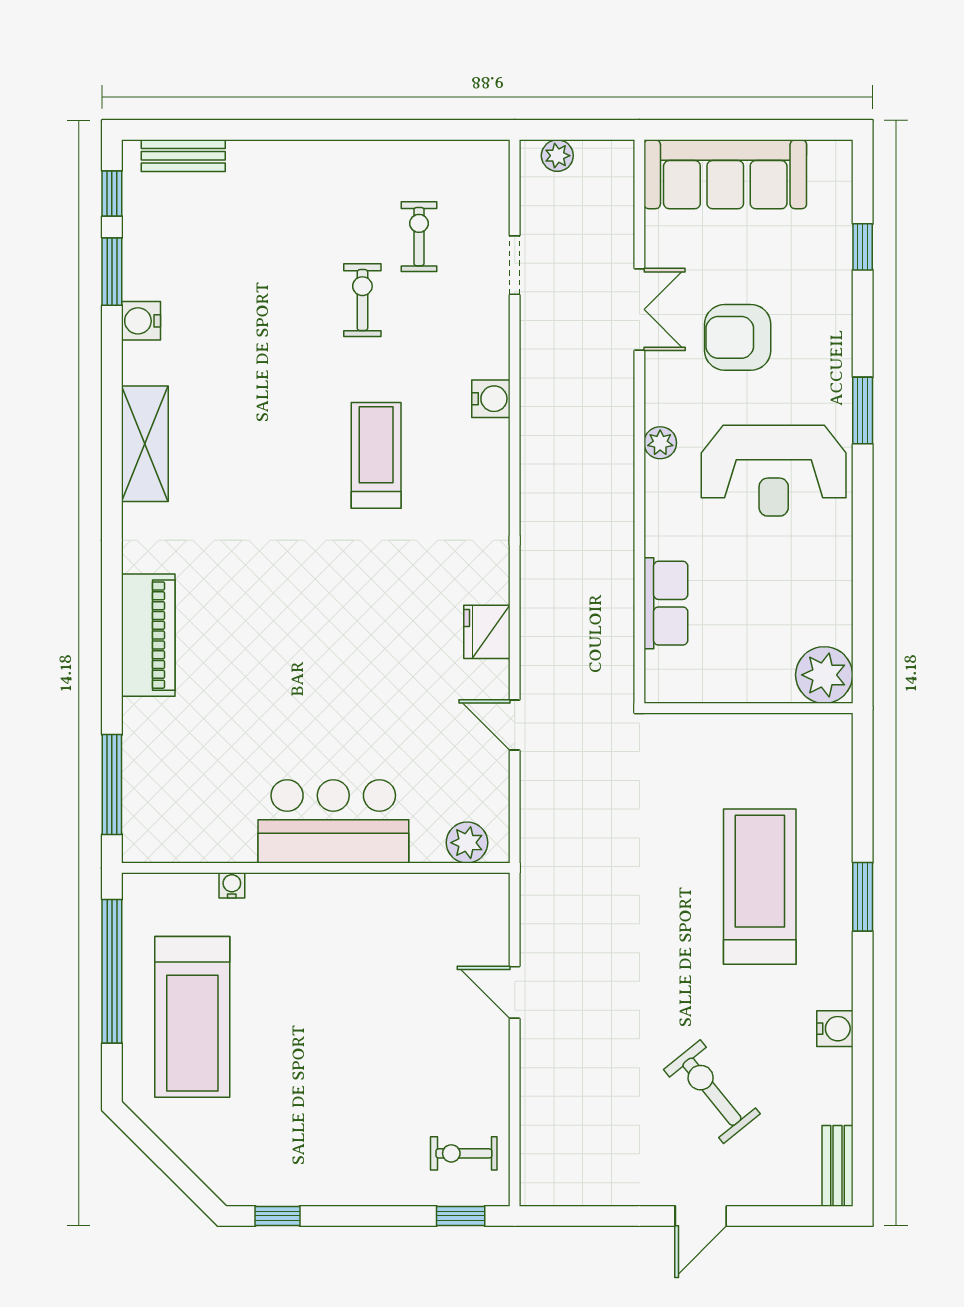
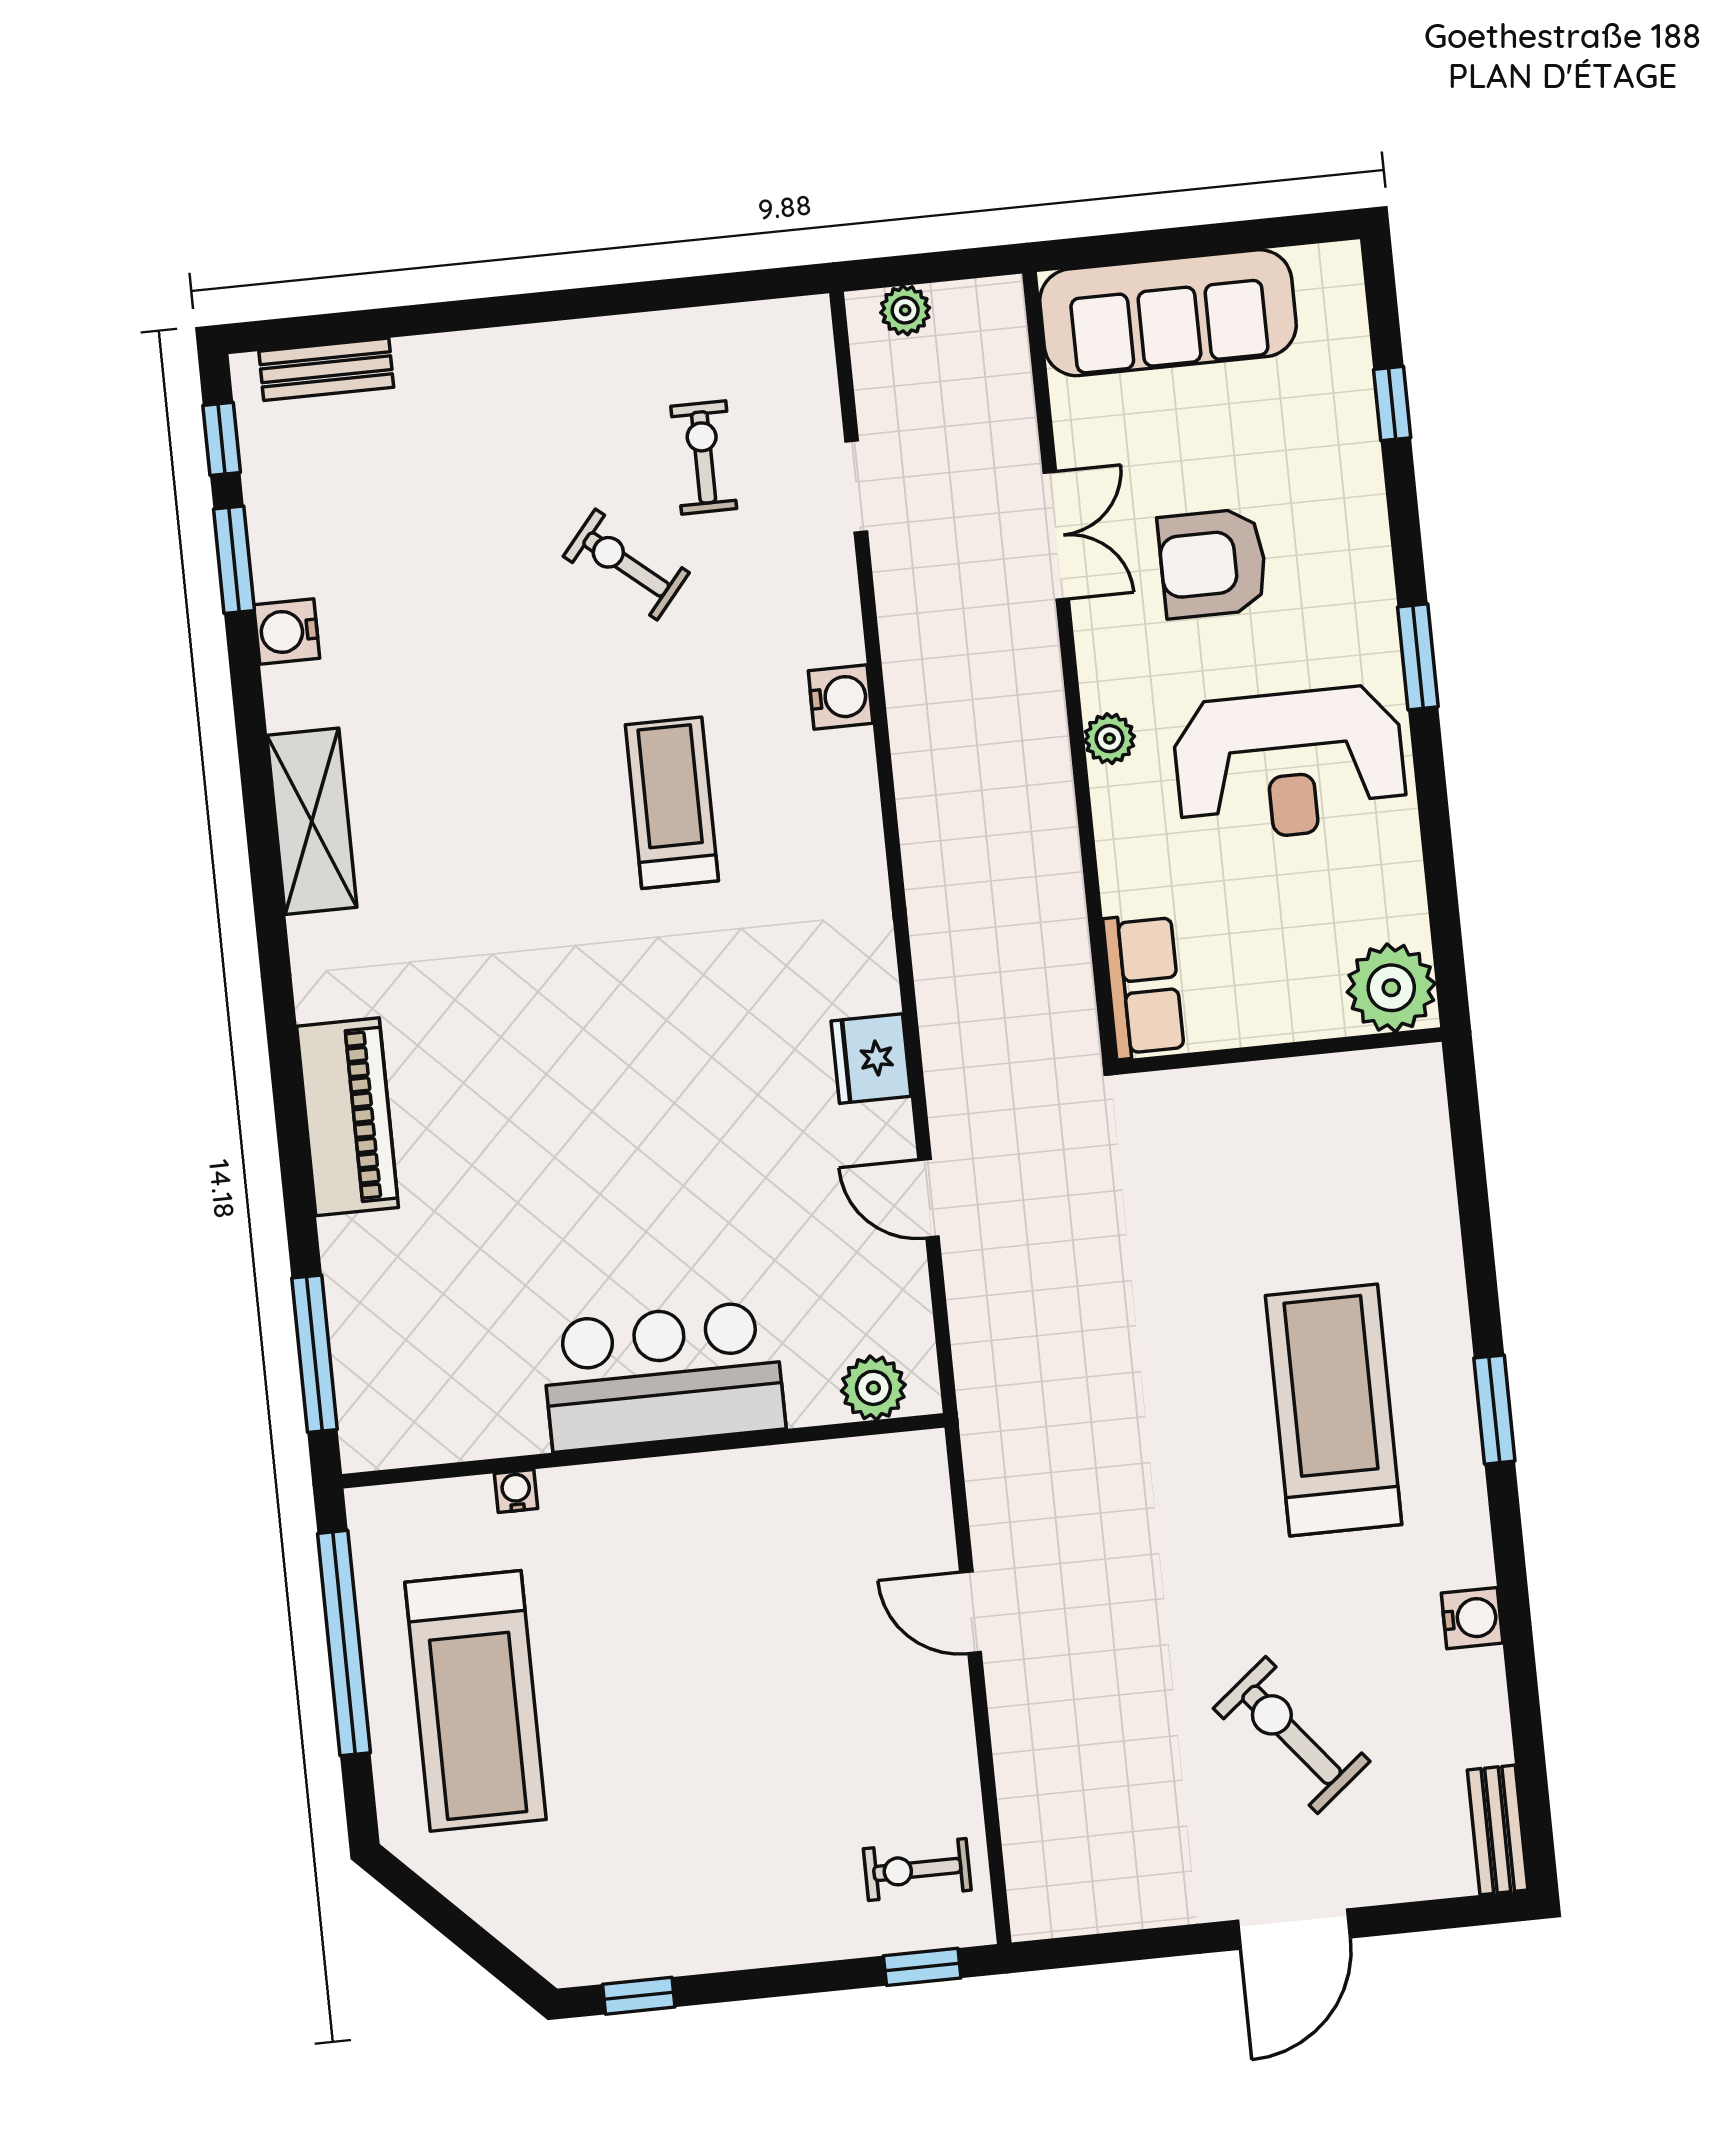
exercise bike: (362, 300) -> (626, 564), turned -50
plant: (824, 675) -> (1391, 988), moved
wall: (748, 708) -> (1279, 1051), moved
door: (701, 1216) -> (1294, 1929), width x1.38

